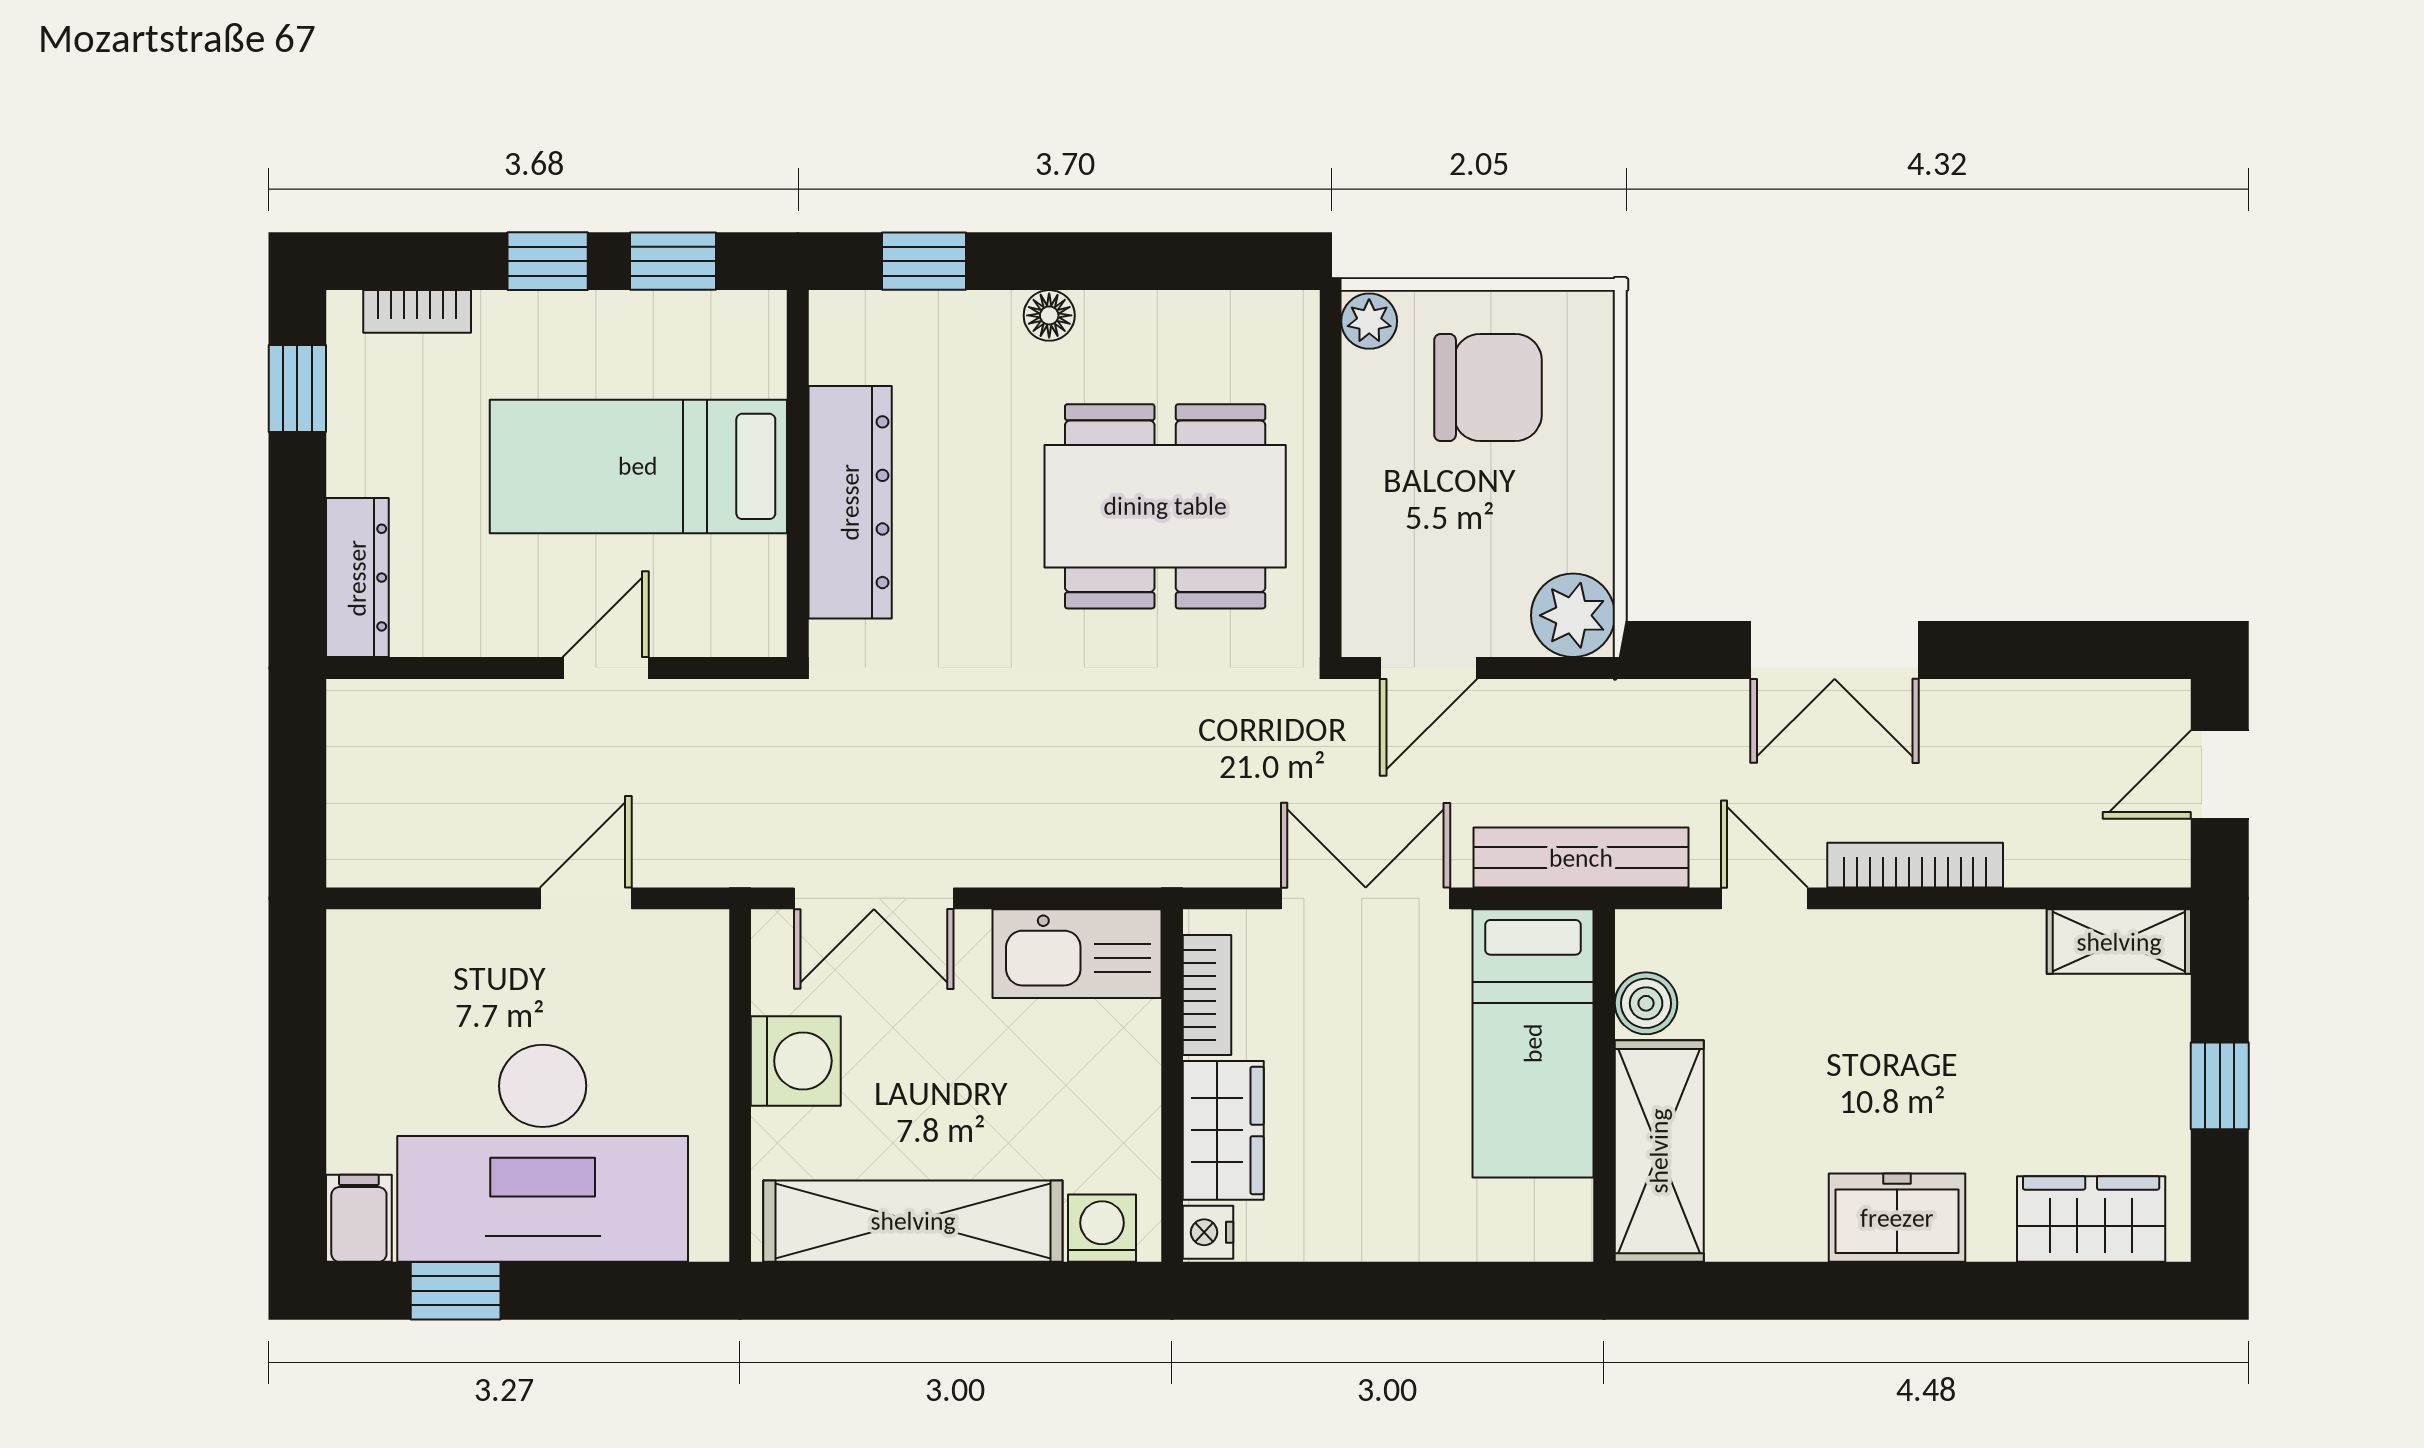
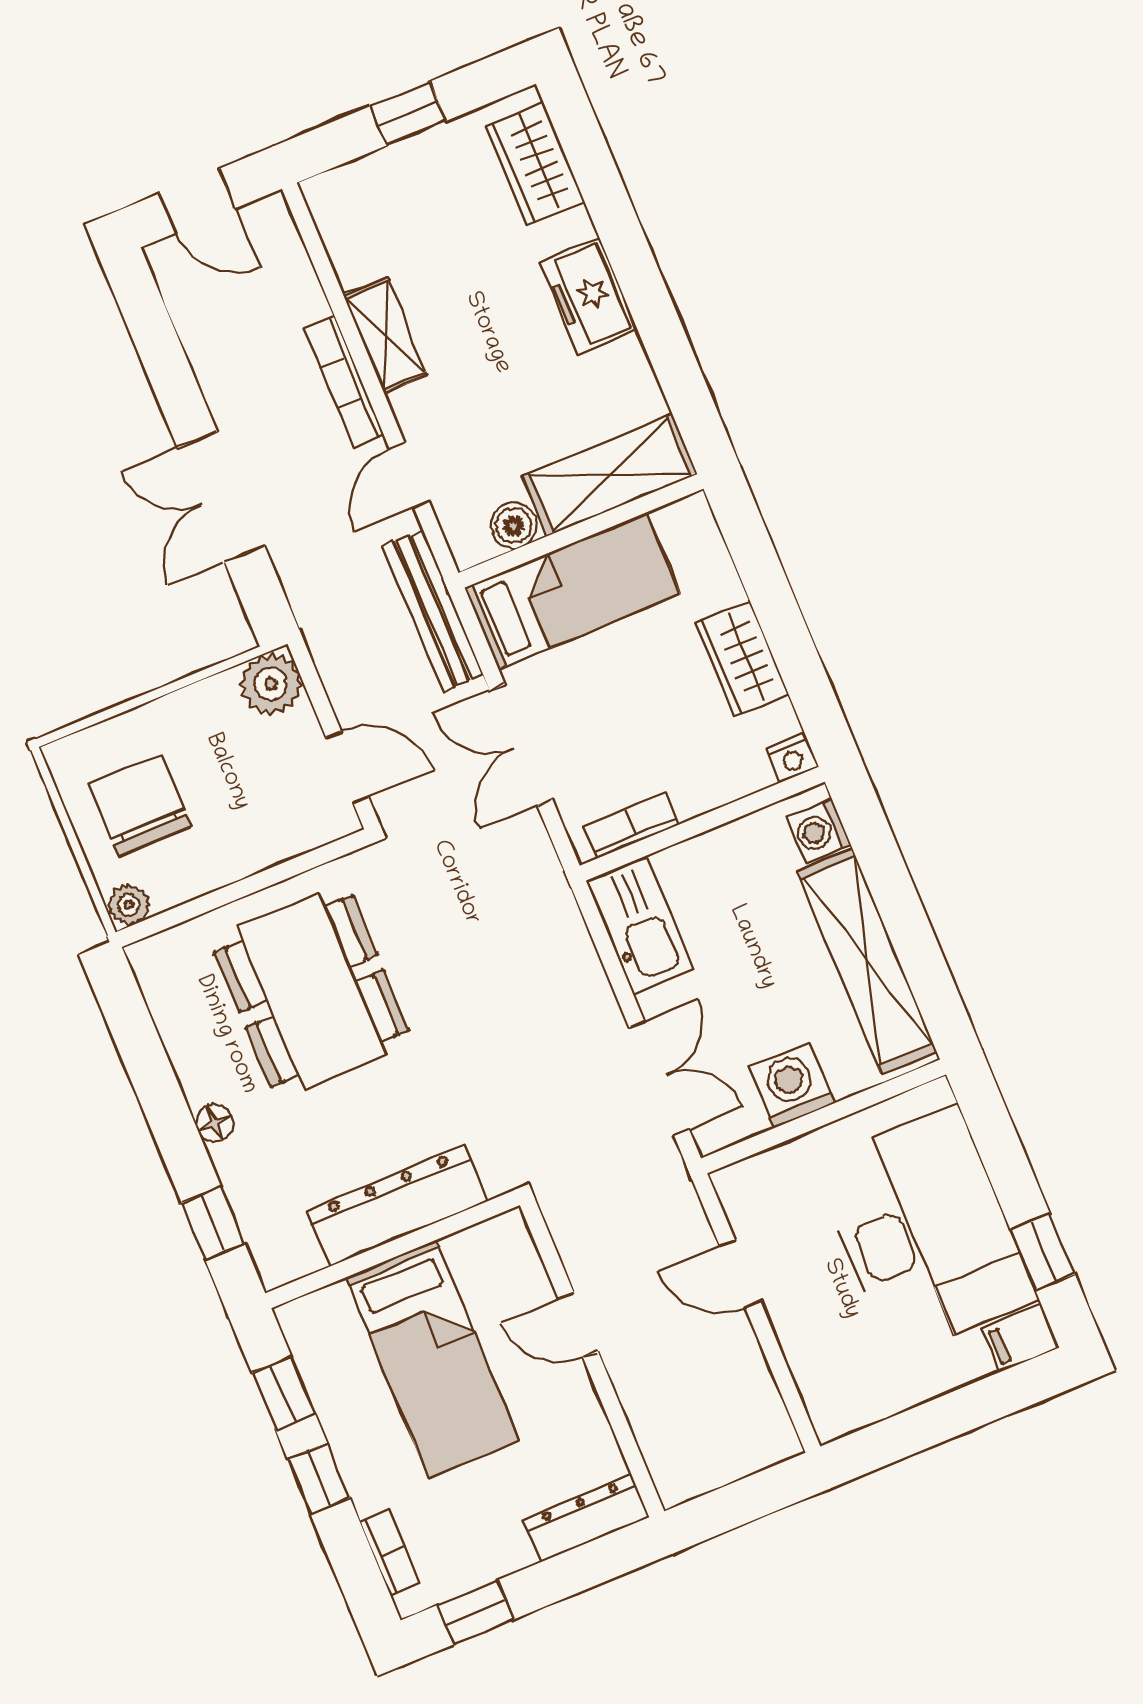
double door: (1835, 650) -> (221, 497), swing flipped
shelving: (2119, 942) -> (386, 335), moved
wardrobe: (1223, 1130) -> (742, 659), moved, turned -90

